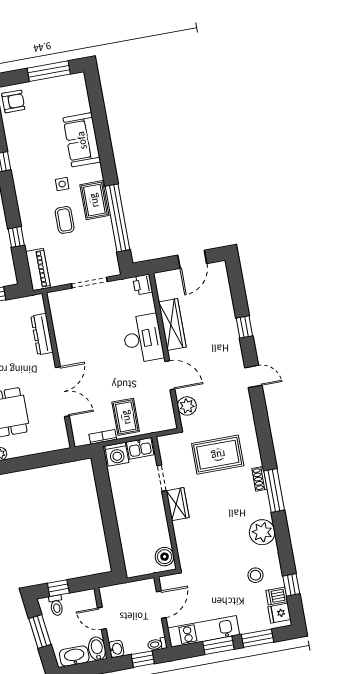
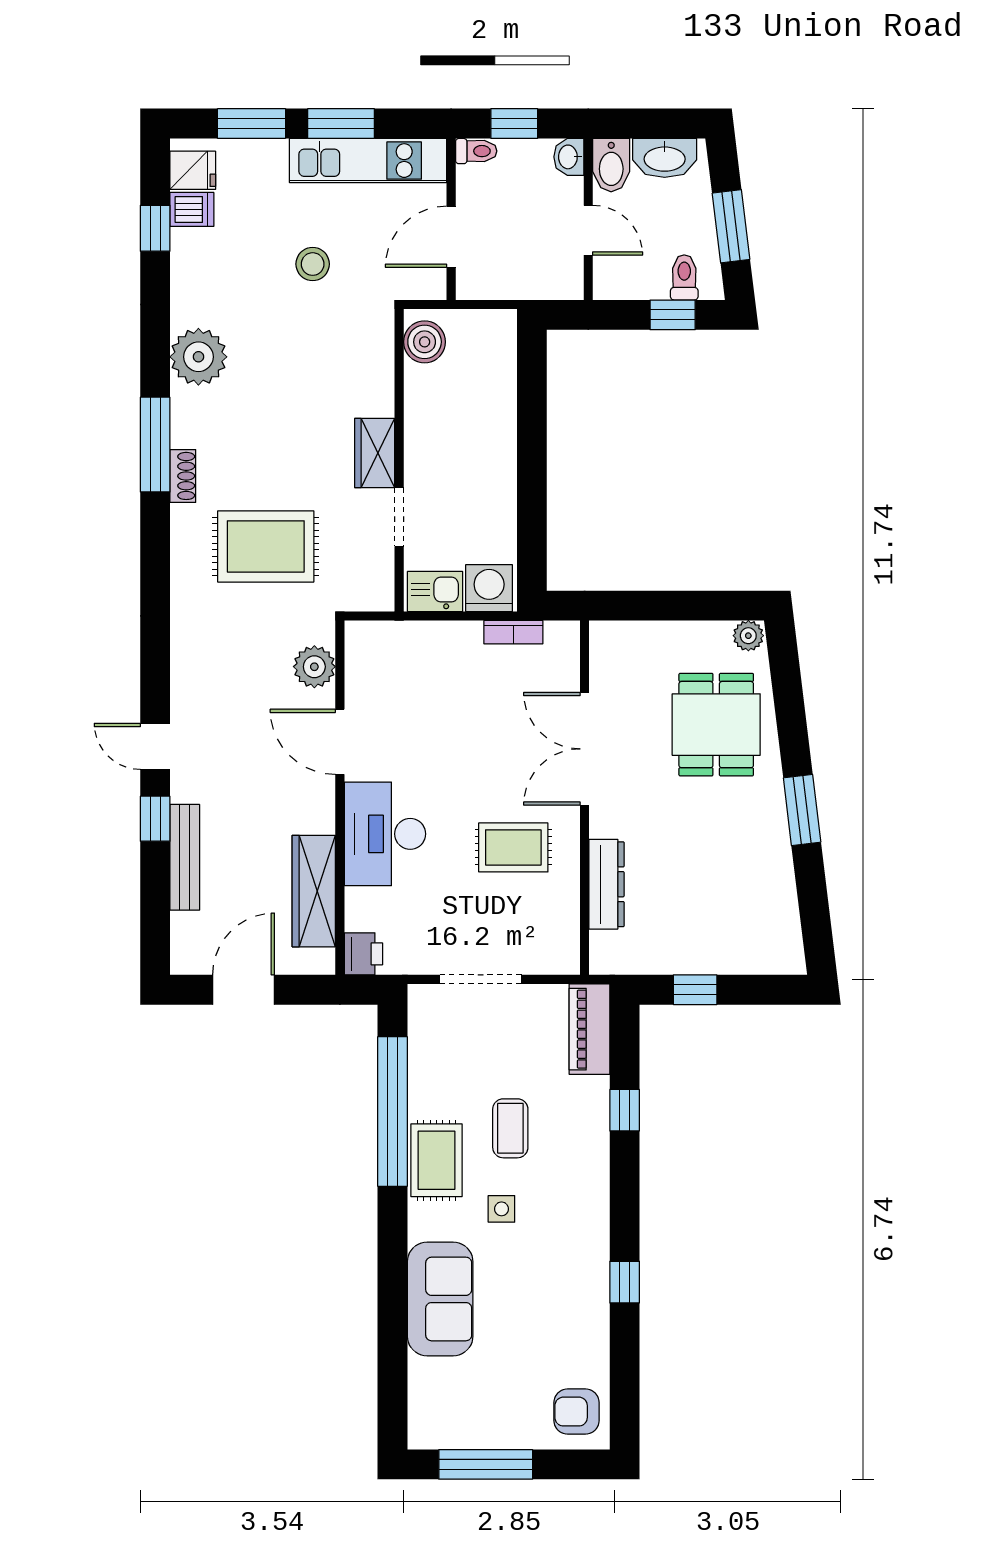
bench: (228, 312) -> (185, 857), added
wardrobe: (172, 325) -> (314, 891), moved
door: (253, 376) -> (155, 746), moved
rug: (126, 417) -> (513, 847), moved, turned 90
stool: (255, 575) -> (313, 264), moved

